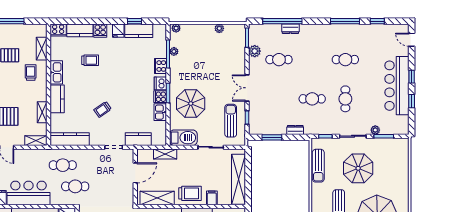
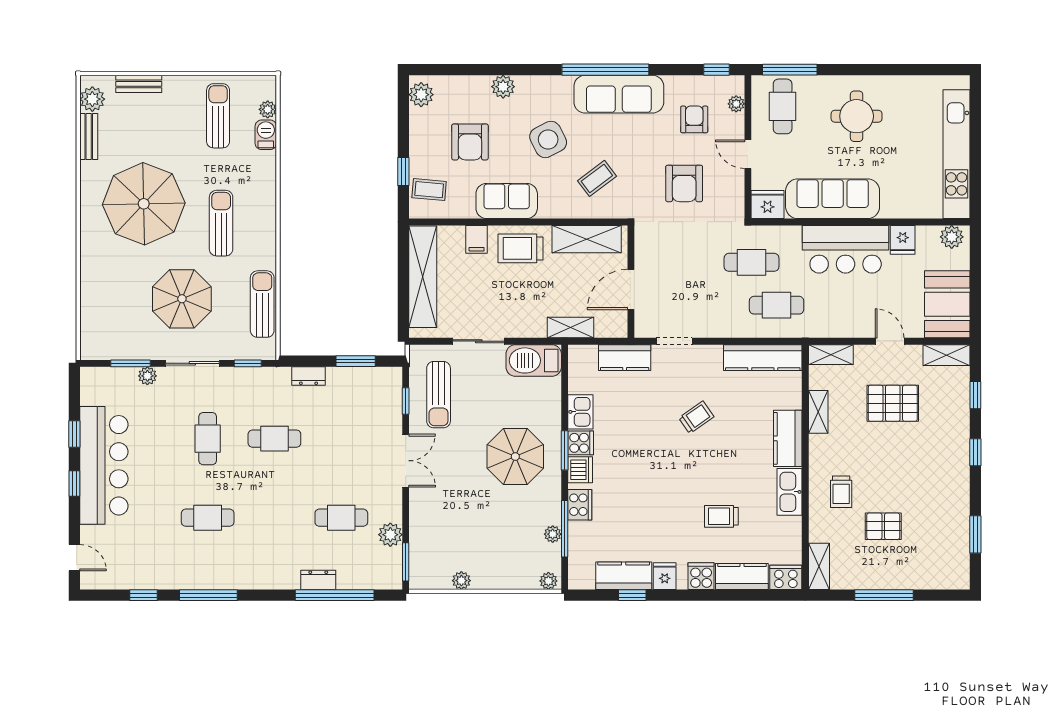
shelving: (42, 49) -> (819, 566), moved
parasol: (191, 104) -> (515, 457), moved

